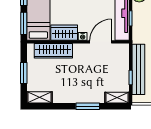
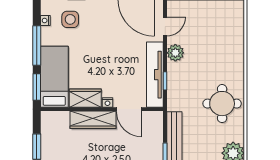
door: (101, 42) -> (129, 109), swing flipped
wardrobe: (53, 51) -> (93, 120), moved

